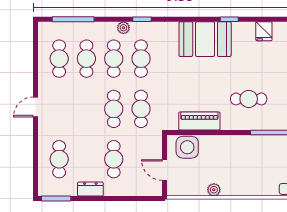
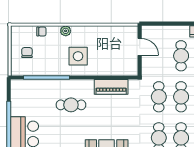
side table: (187, 147) -> (78, 56), moved
plant: (214, 190) -> (66, 31), moved

